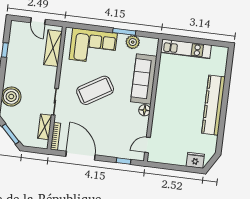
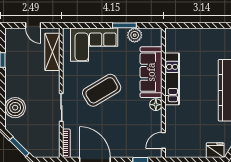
kitchen unit: (186, 49) -> (172, 79), moved, turned -90
shelving: (45, 127) -> (54, 135), removed

